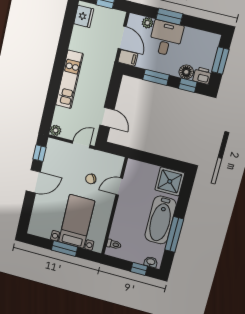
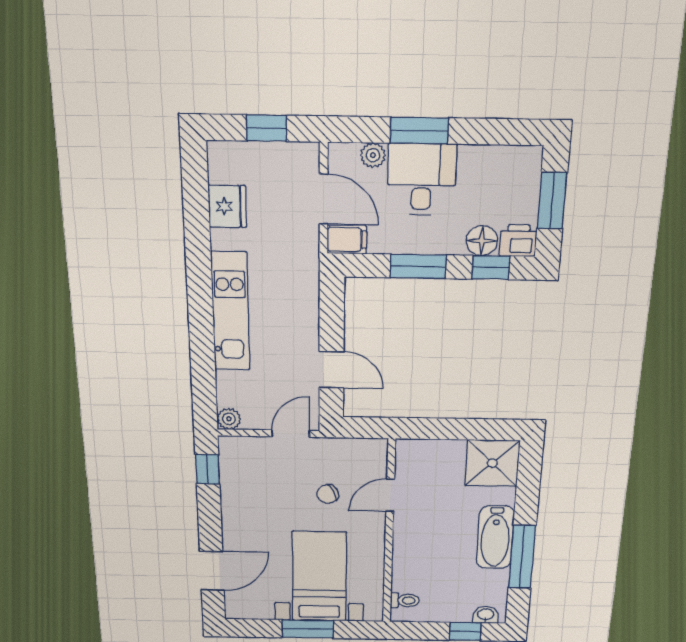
fridge: (84, 16) -> (227, 206), moved
door: (33, 181) -> (212, 571), moved
bathtub: (161, 220) -> (495, 537), width x0.73, depth x0.73

